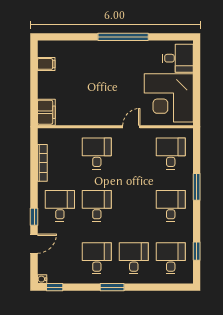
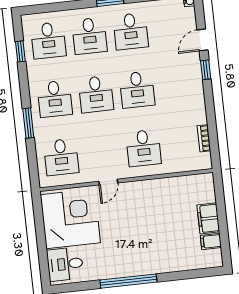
filing cabinet: (46, 112) -> (208, 218), moved
bookcase: (42, 163) -> (204, 138), width x0.64
desk: (60, 206) -> (96, 94), moved

